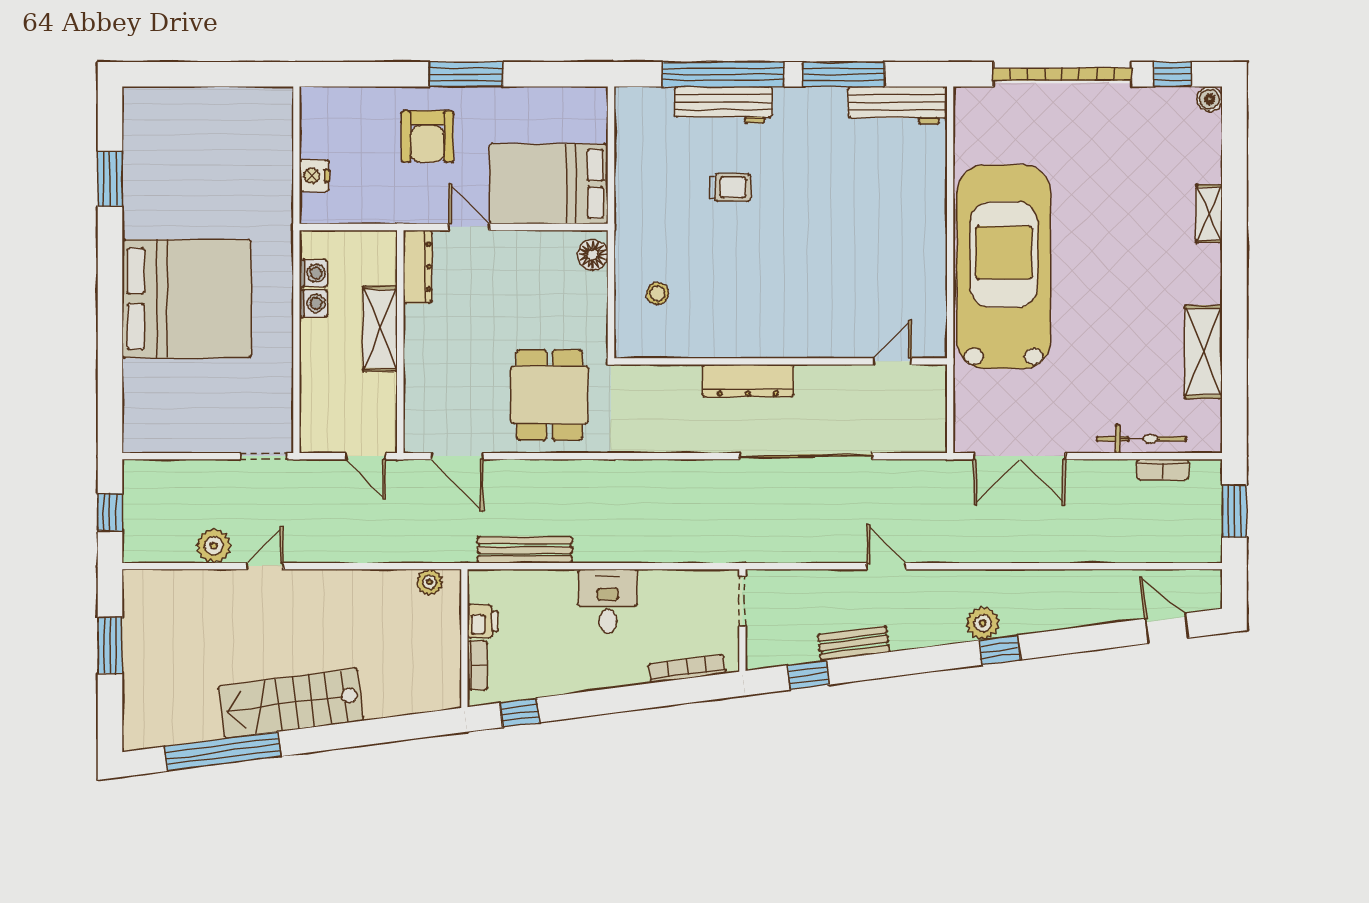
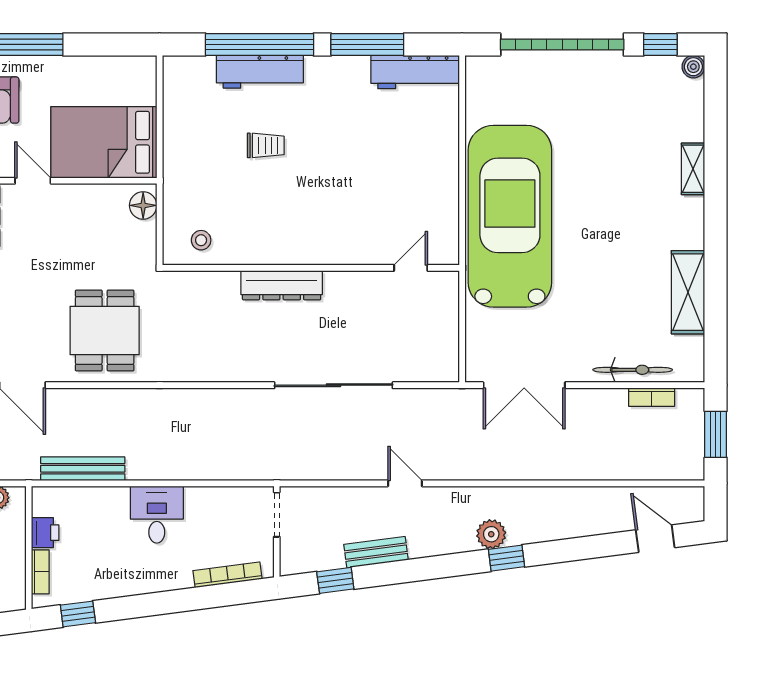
wall: (781, 361) -> (311, 268), moved
door: (893, 361) -> (411, 268), moved
dresser: (748, 381) -> (282, 285), moved

